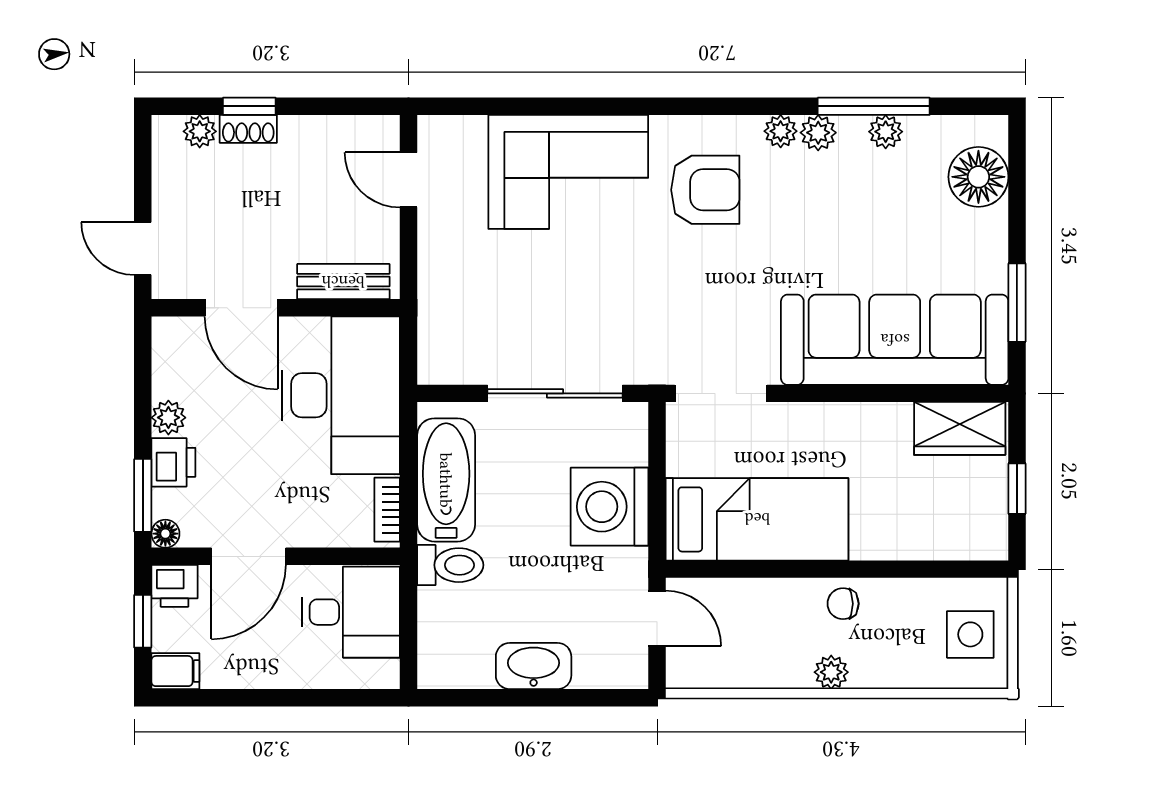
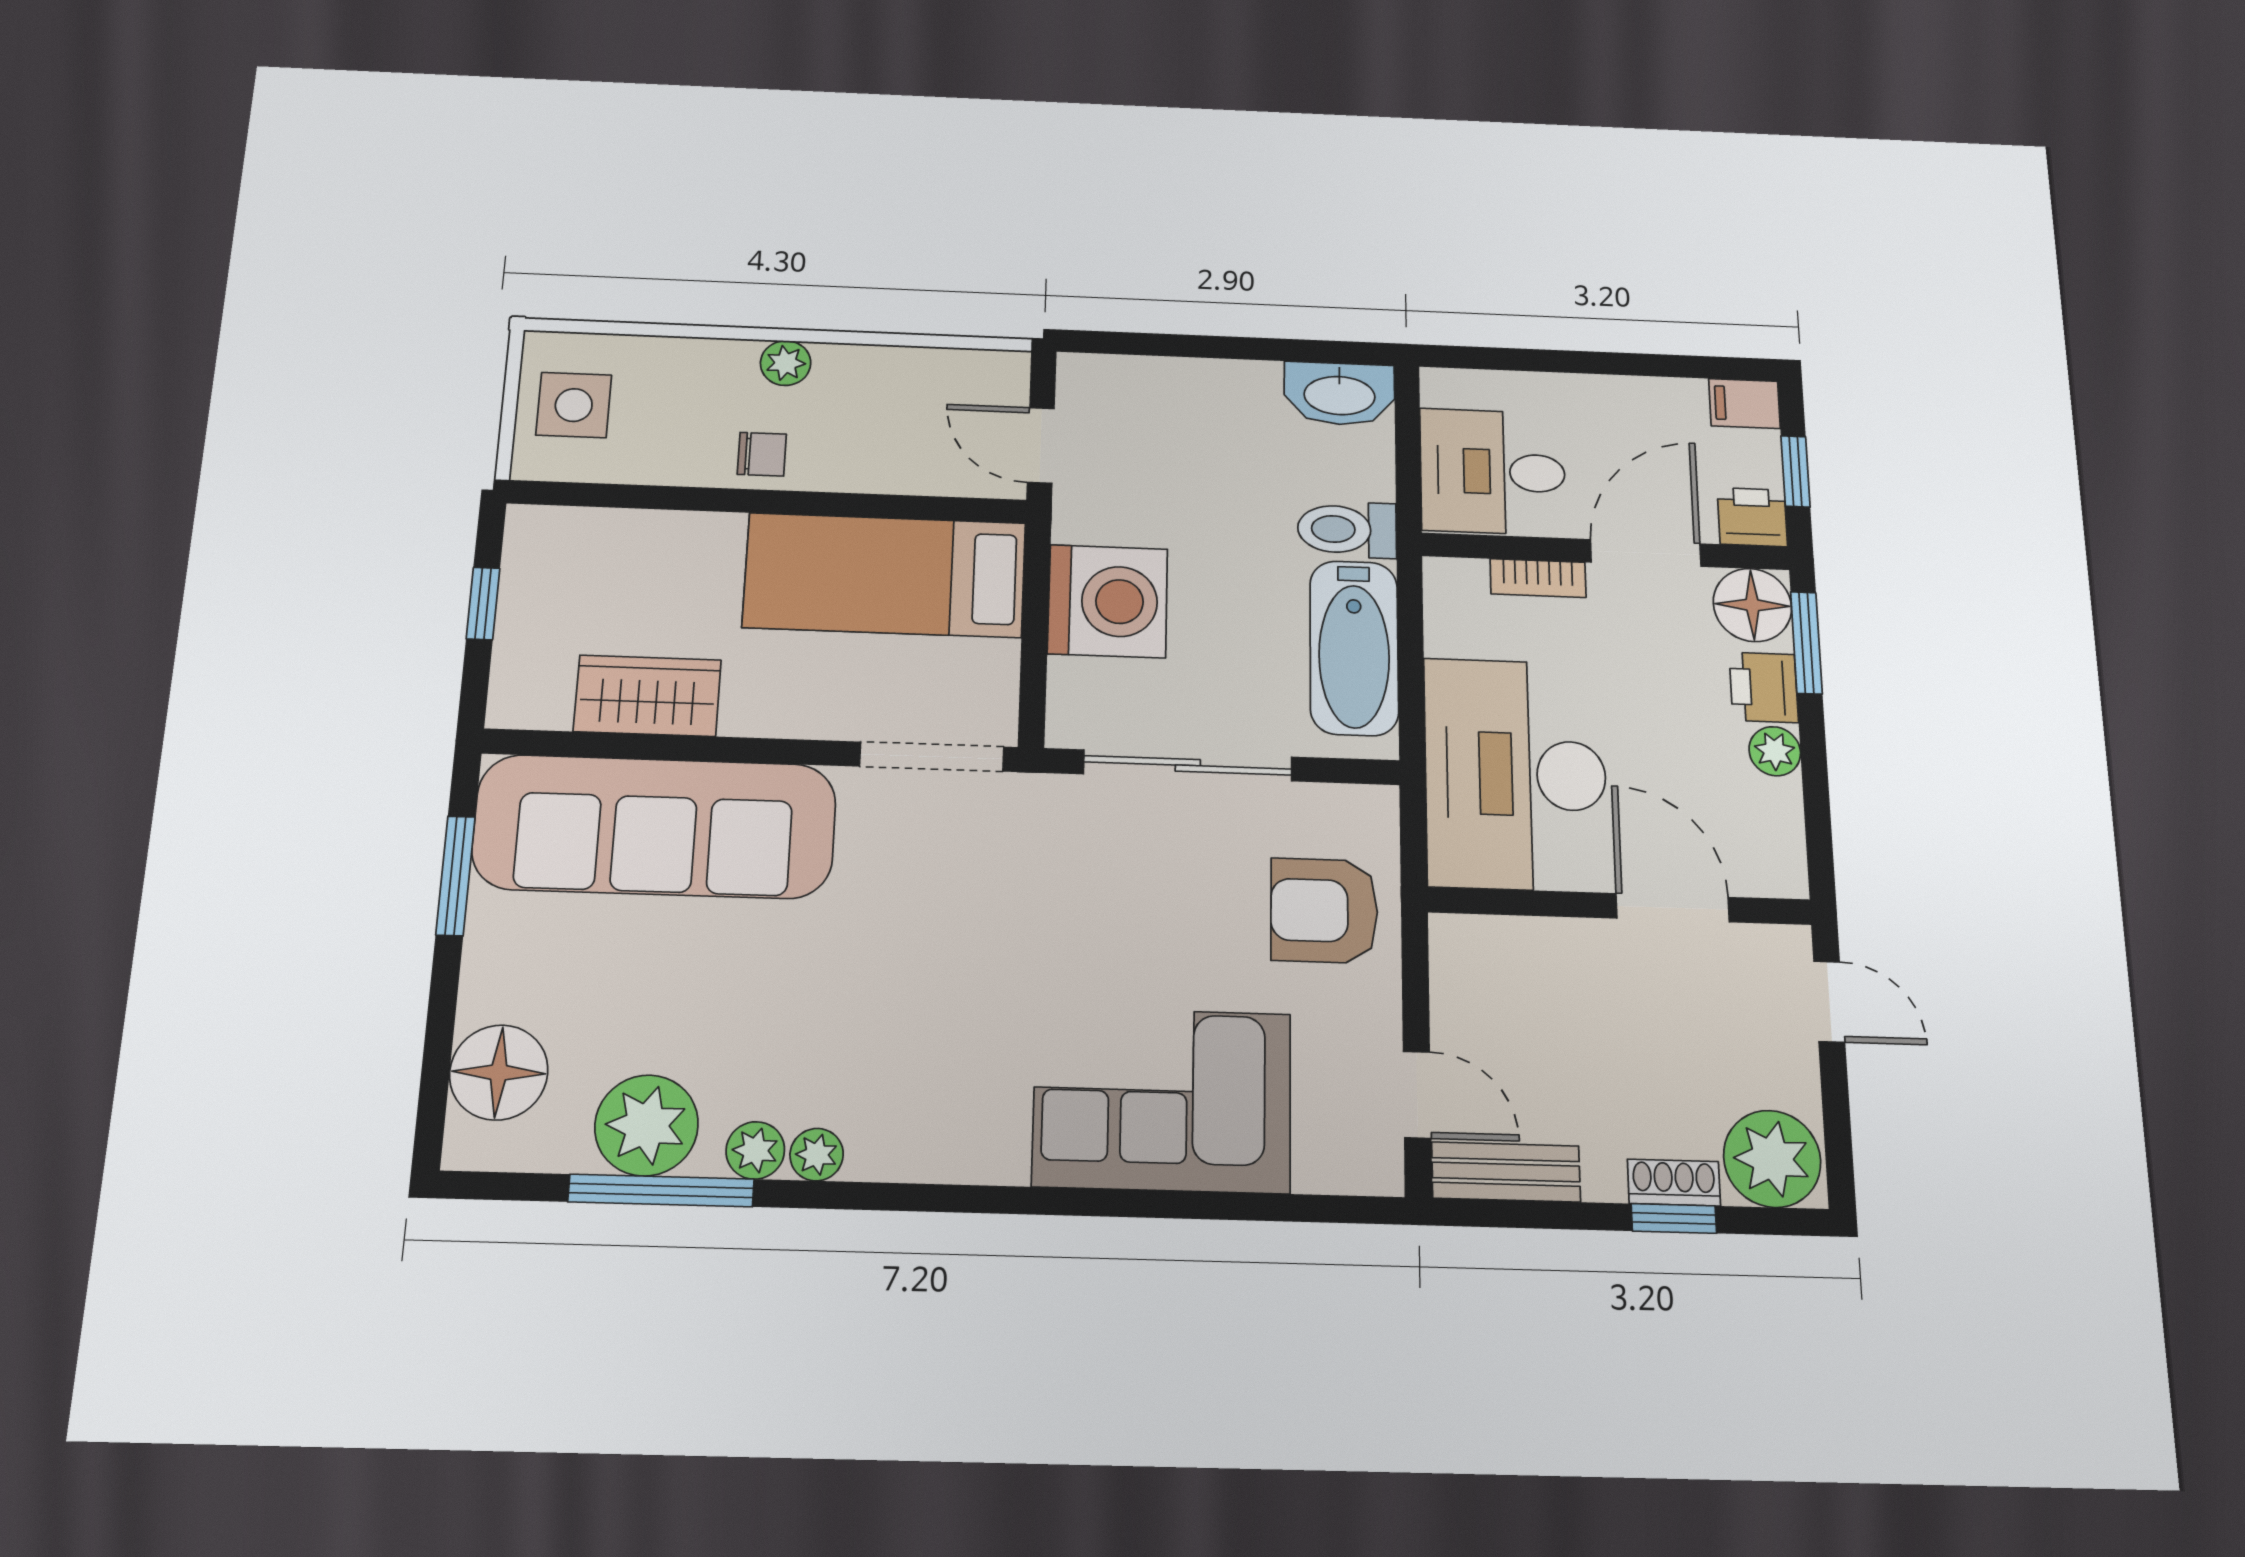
plant: (200, 131) -> (1772, 1159), width x1.88, depth x1.88
plant: (886, 132) -> (646, 1125), width x1.88, depth x1.88
armchair: (705, 190) -> (1324, 911), moved
bench: (343, 282) -> (1506, 1172), moved
wardrobe: (960, 428) -> (647, 696), moved
bookcase: (387, 510) -> (1538, 578), moved, turned 90
floor lamp: (165, 534) -> (1752, 605), width x1.89, depth x1.89
washbasin: (534, 666) -> (1339, 394), moved

